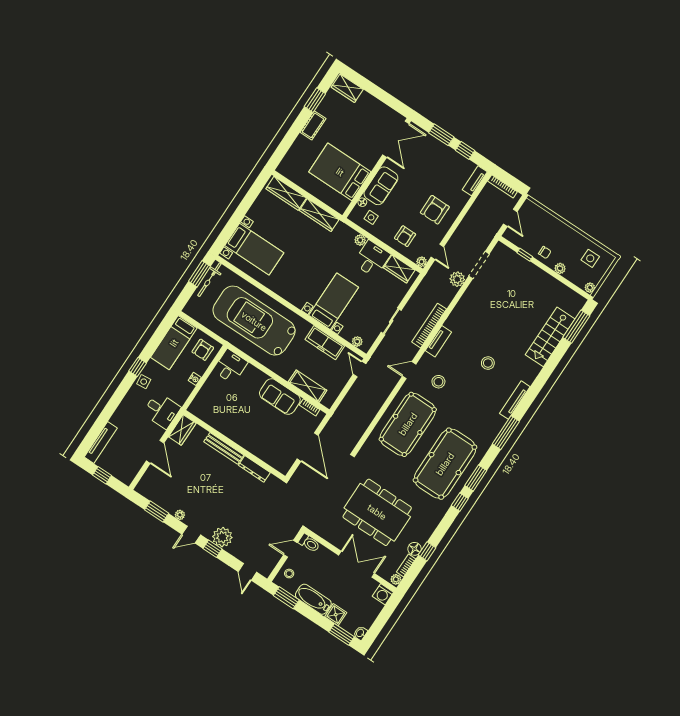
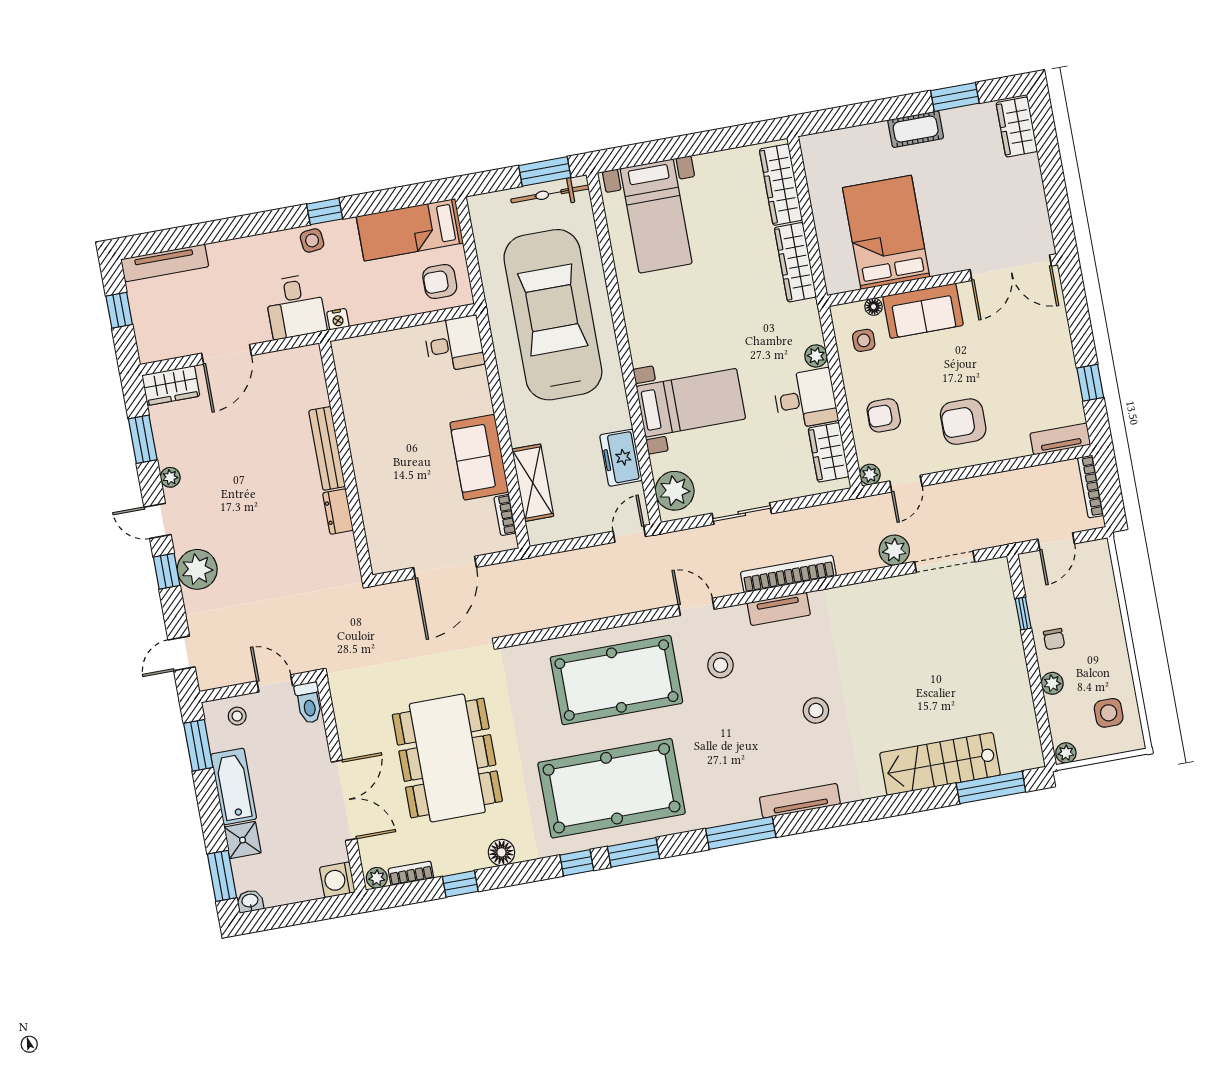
window: (441, 135) -> (1080, 327), removed
plant: (357, 342) -> (675, 491), width x1.88, depth x1.88
freezer: (325, 343) -> (621, 458), width x0.71
nightstand: (195, 379) -> (338, 319), moved
wardrobe: (182, 430) -> (171, 386), moved
dresser: (254, 469) -> (338, 512), width x0.70
floor lamp: (415, 549) -> (501, 852), moved

